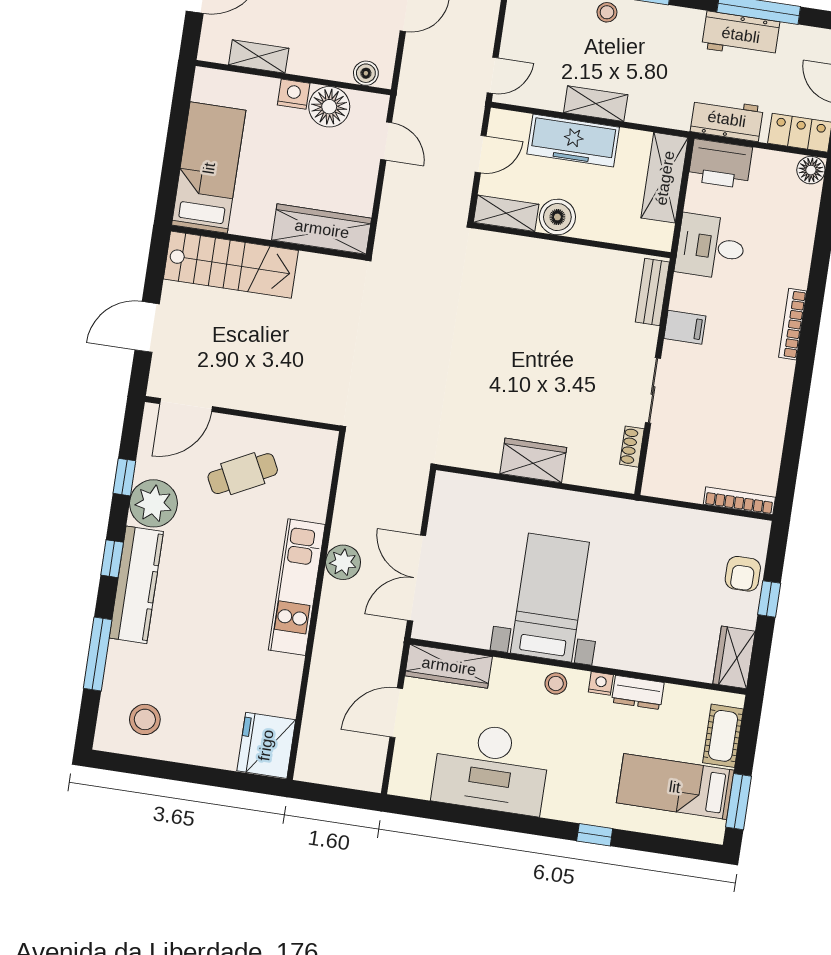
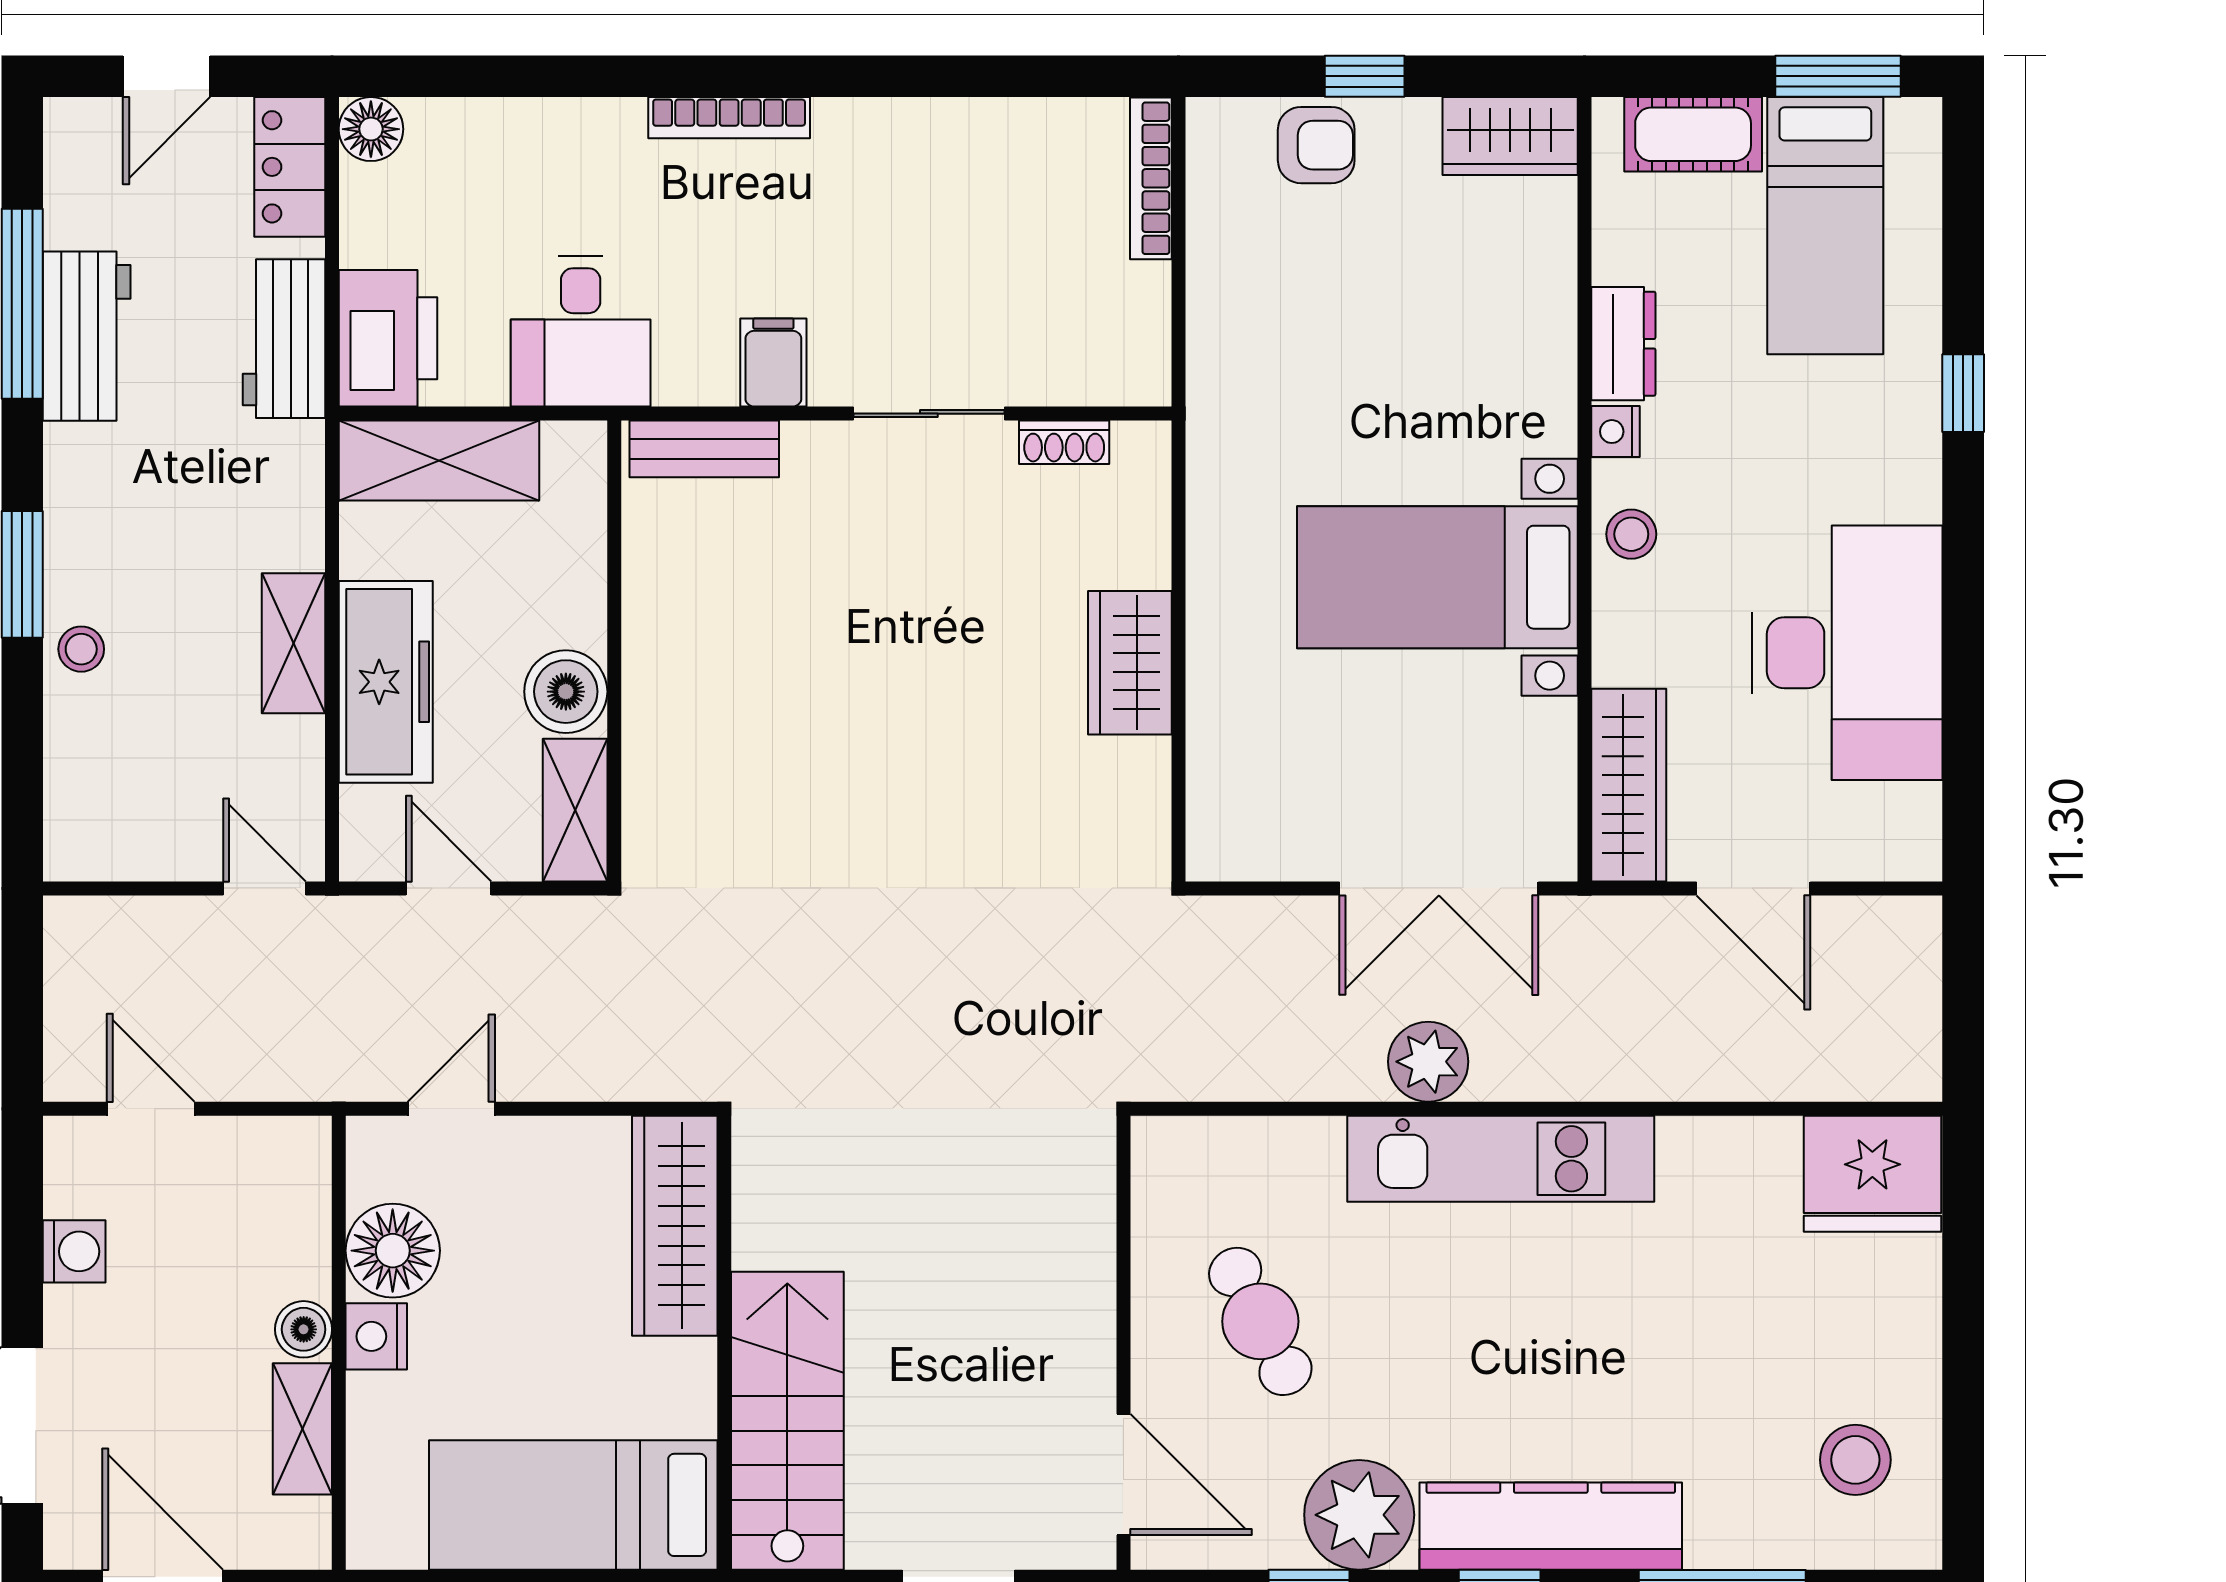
boiler: (366, 73) -> (304, 1329), moved

